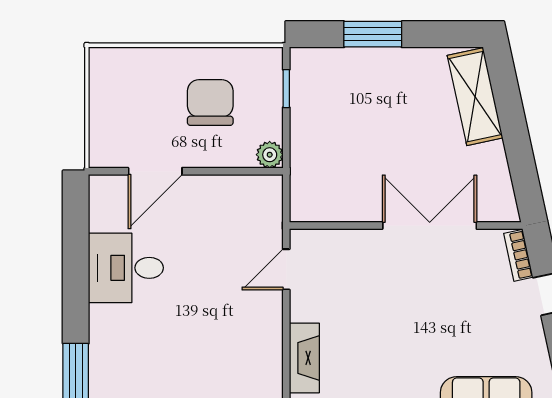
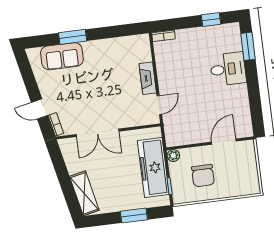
freezer: (317, 134) -> (153, 168), added
desk: (126, 268) -> (228, 69), moved
fireplace: (304, 358) -> (148, 78), moved

